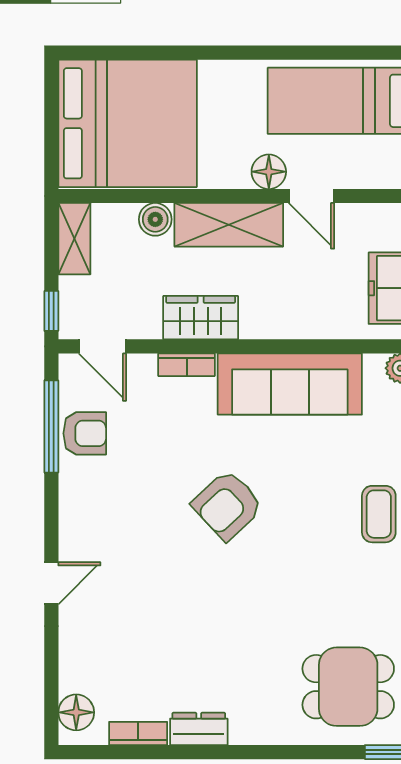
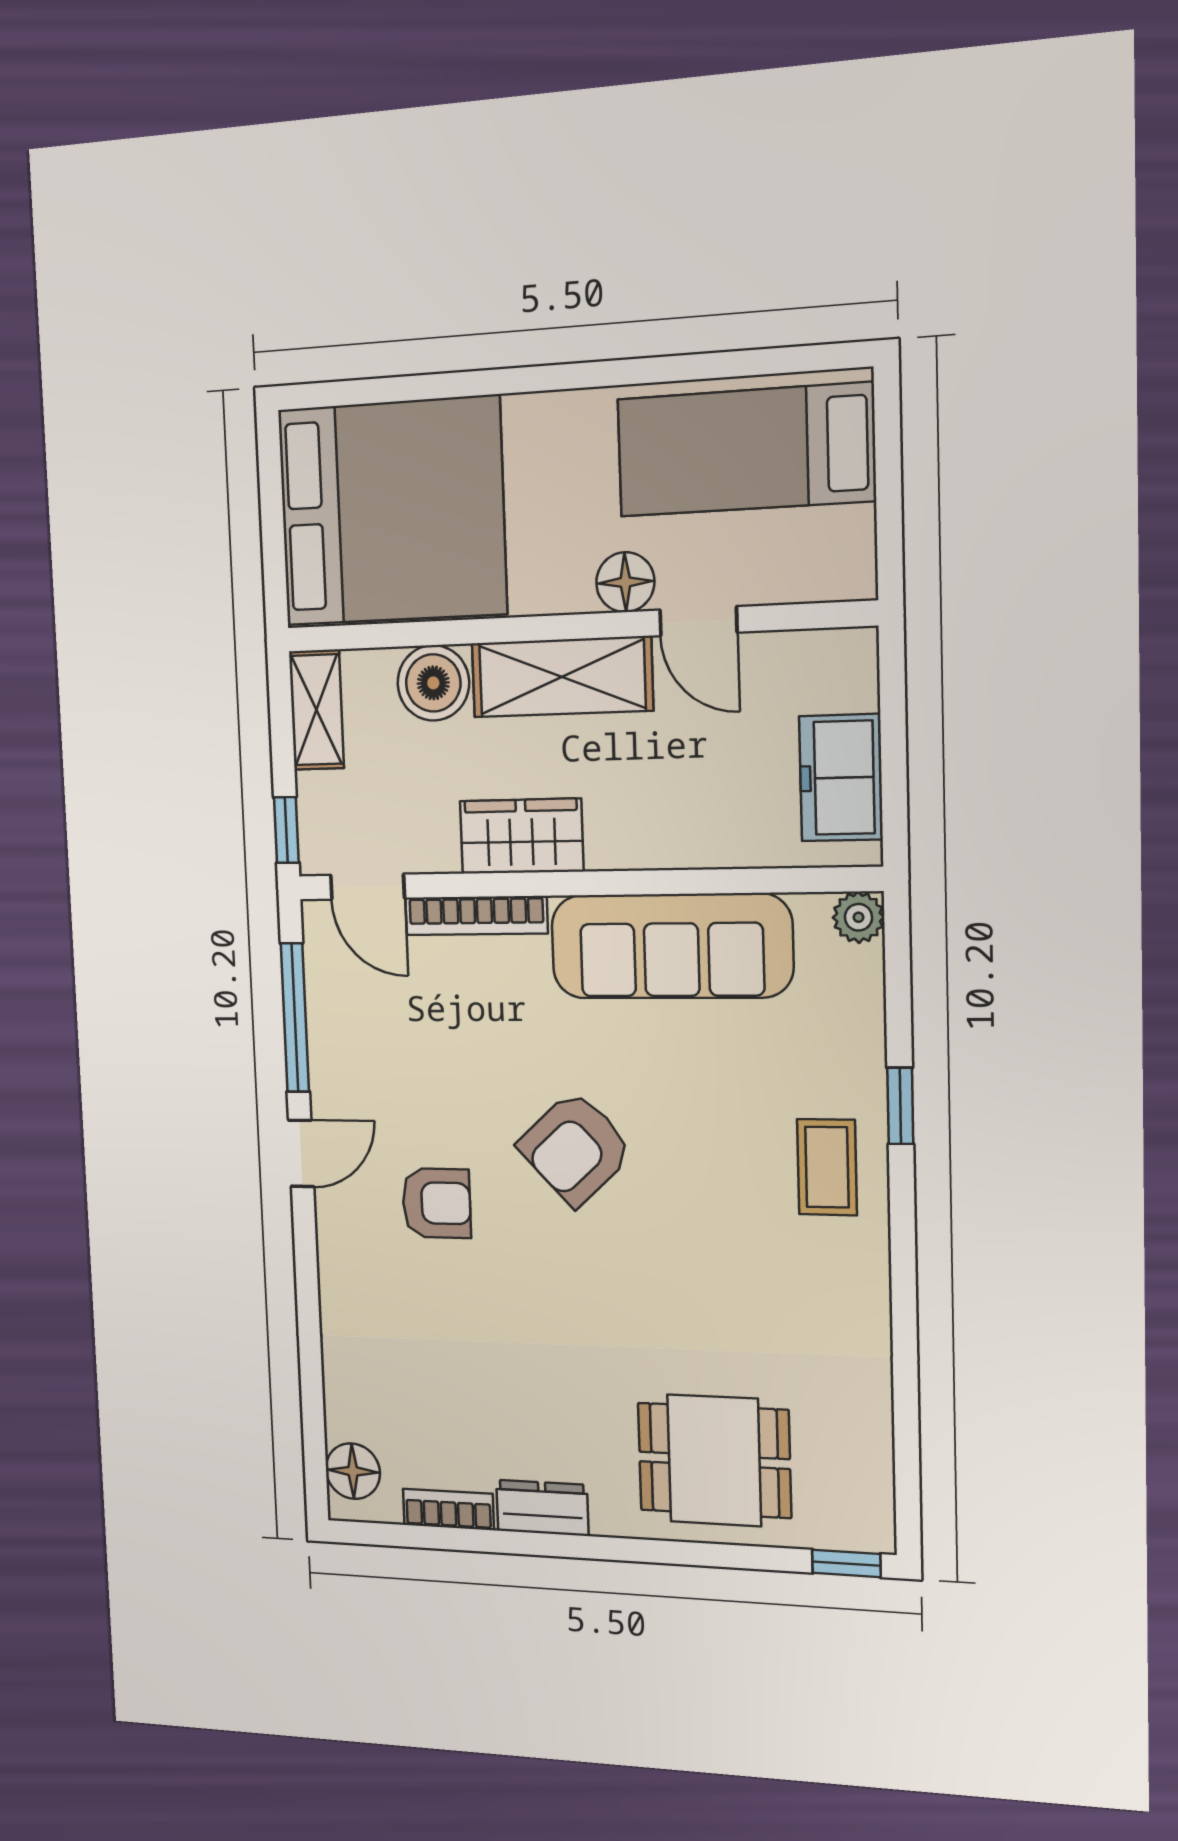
boiler: (155, 219) -> (433, 683), width x1.36, depth x1.36
bookcase: (187, 365) -> (476, 916), width x1.56
armchair: (85, 433) -> (437, 1203), moved
door: (51, 583) -> (301, 1153), moved
dining table: (348, 687) -> (714, 1460), moved

